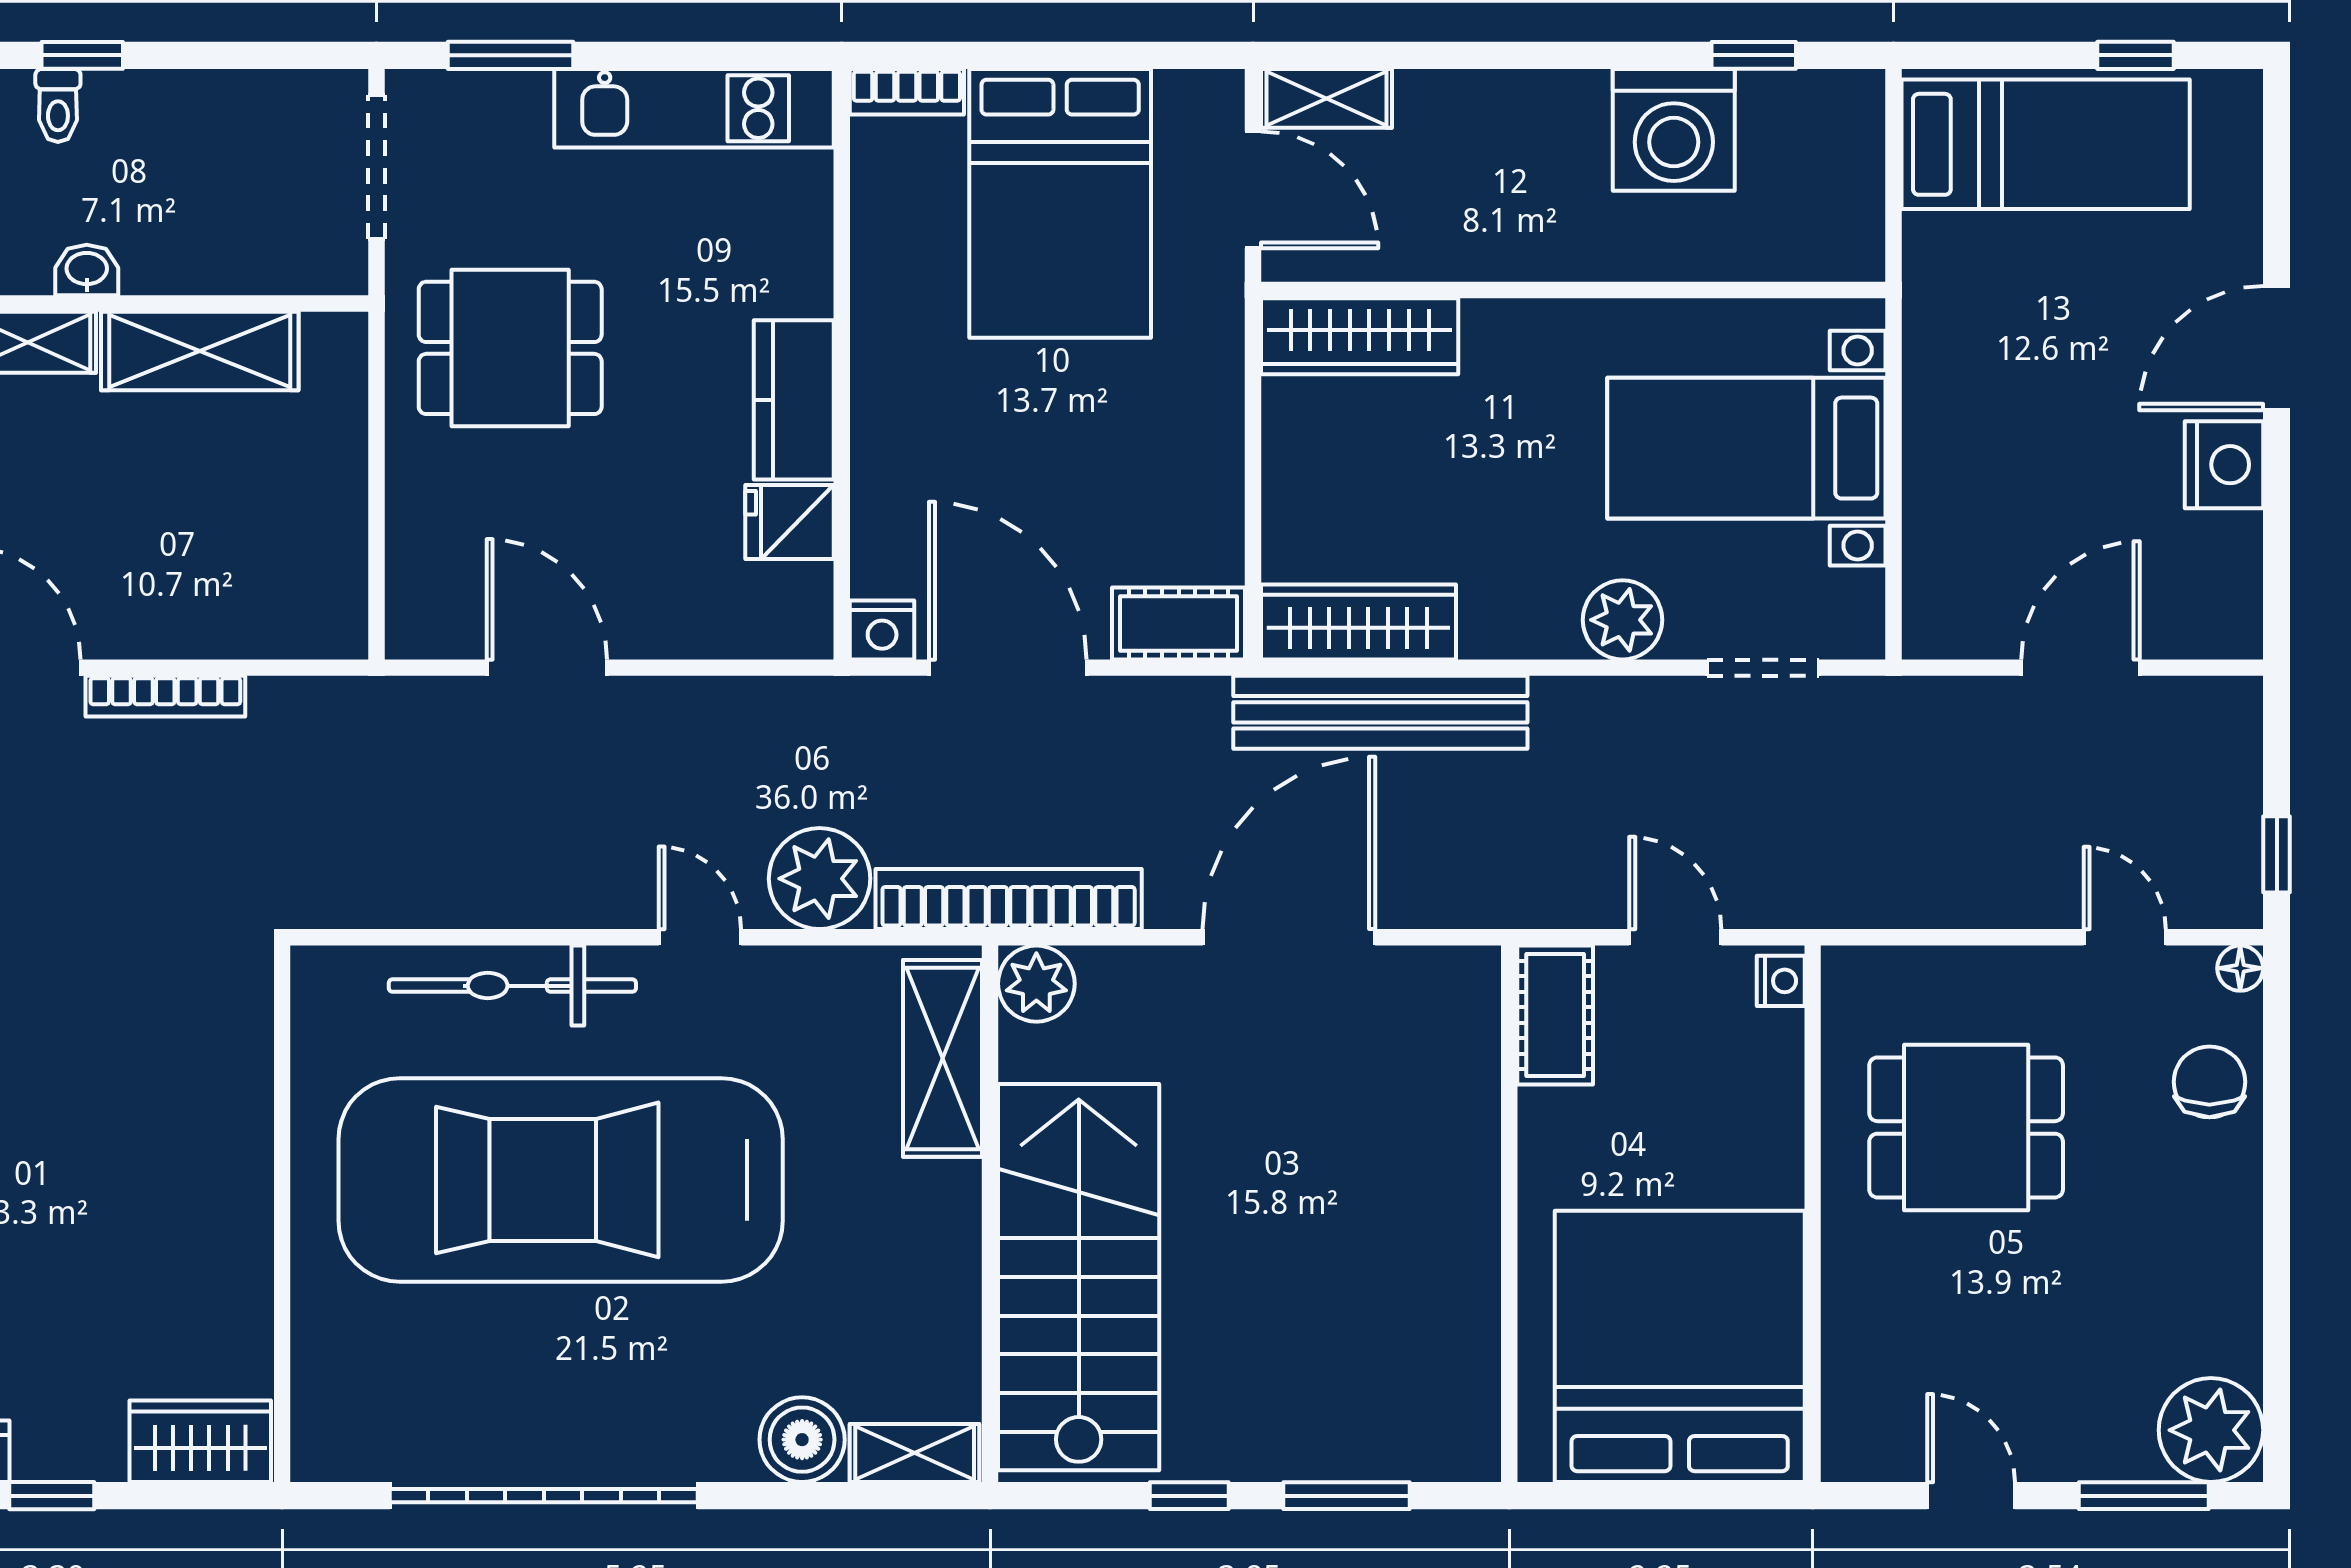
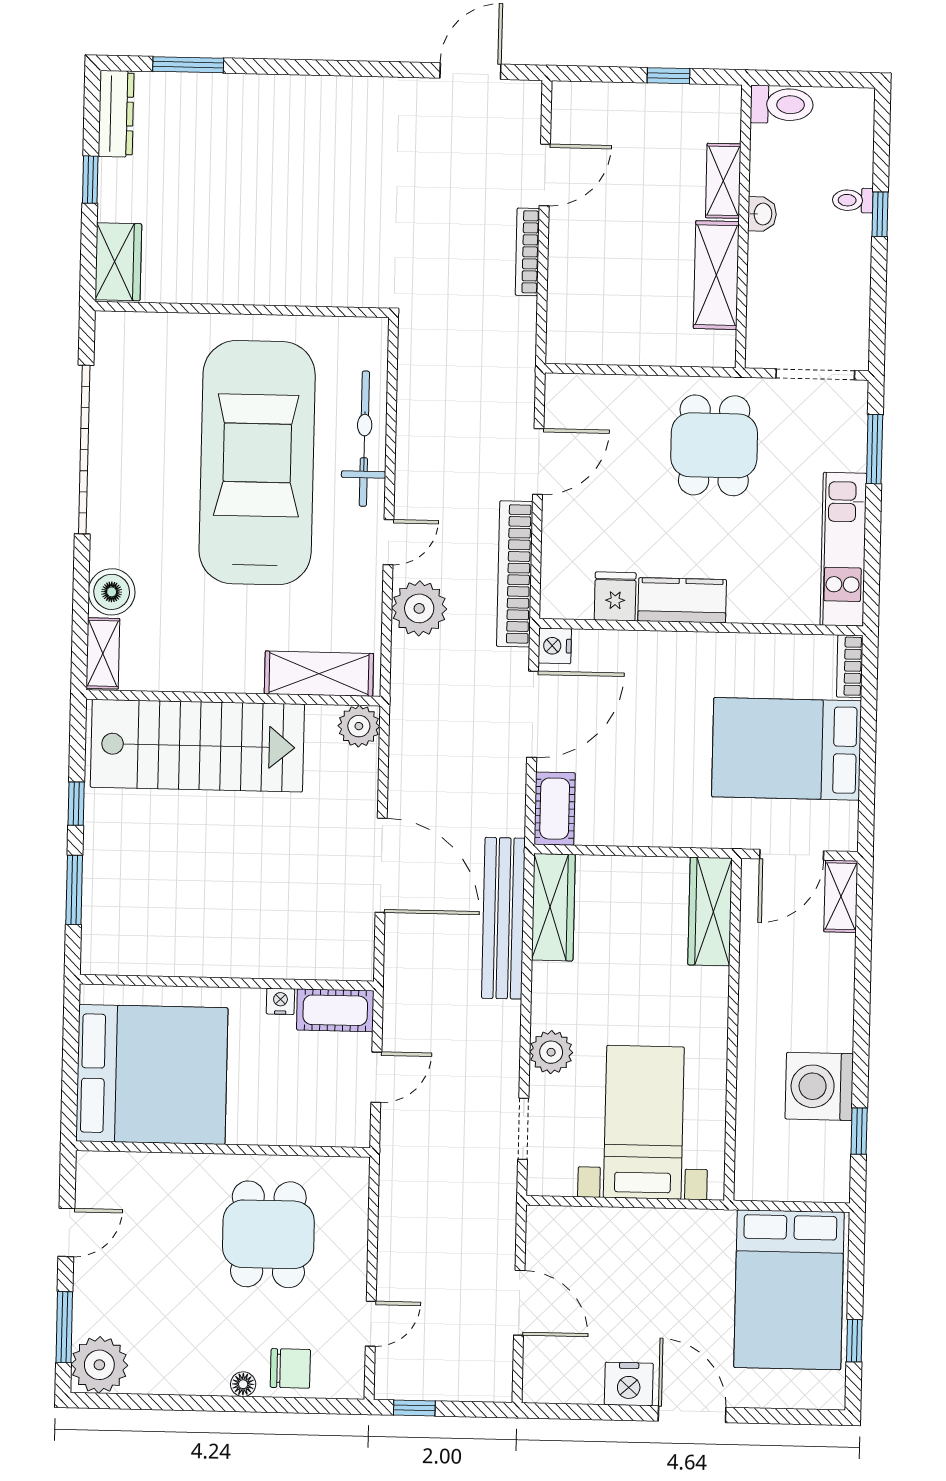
bed: (2046, 144) -> (789, 1290), width x1.50
bookcase: (1009, 899) -> (515, 574), moved, turned 180
floor lamp: (2240, 968) -> (243, 1384), moved
nightstand: (1781, 981) -> (280, 1001), moved, turned 180

